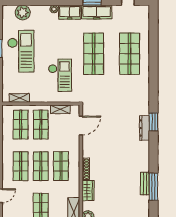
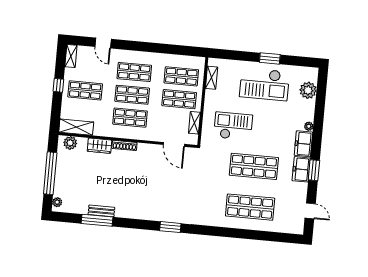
freezer: (97, 12) -> (301, 169), width x0.71
checkout: (60, 75) -> (233, 126), turned 180
dresser: (144, 128) -> (164, 216), removed

